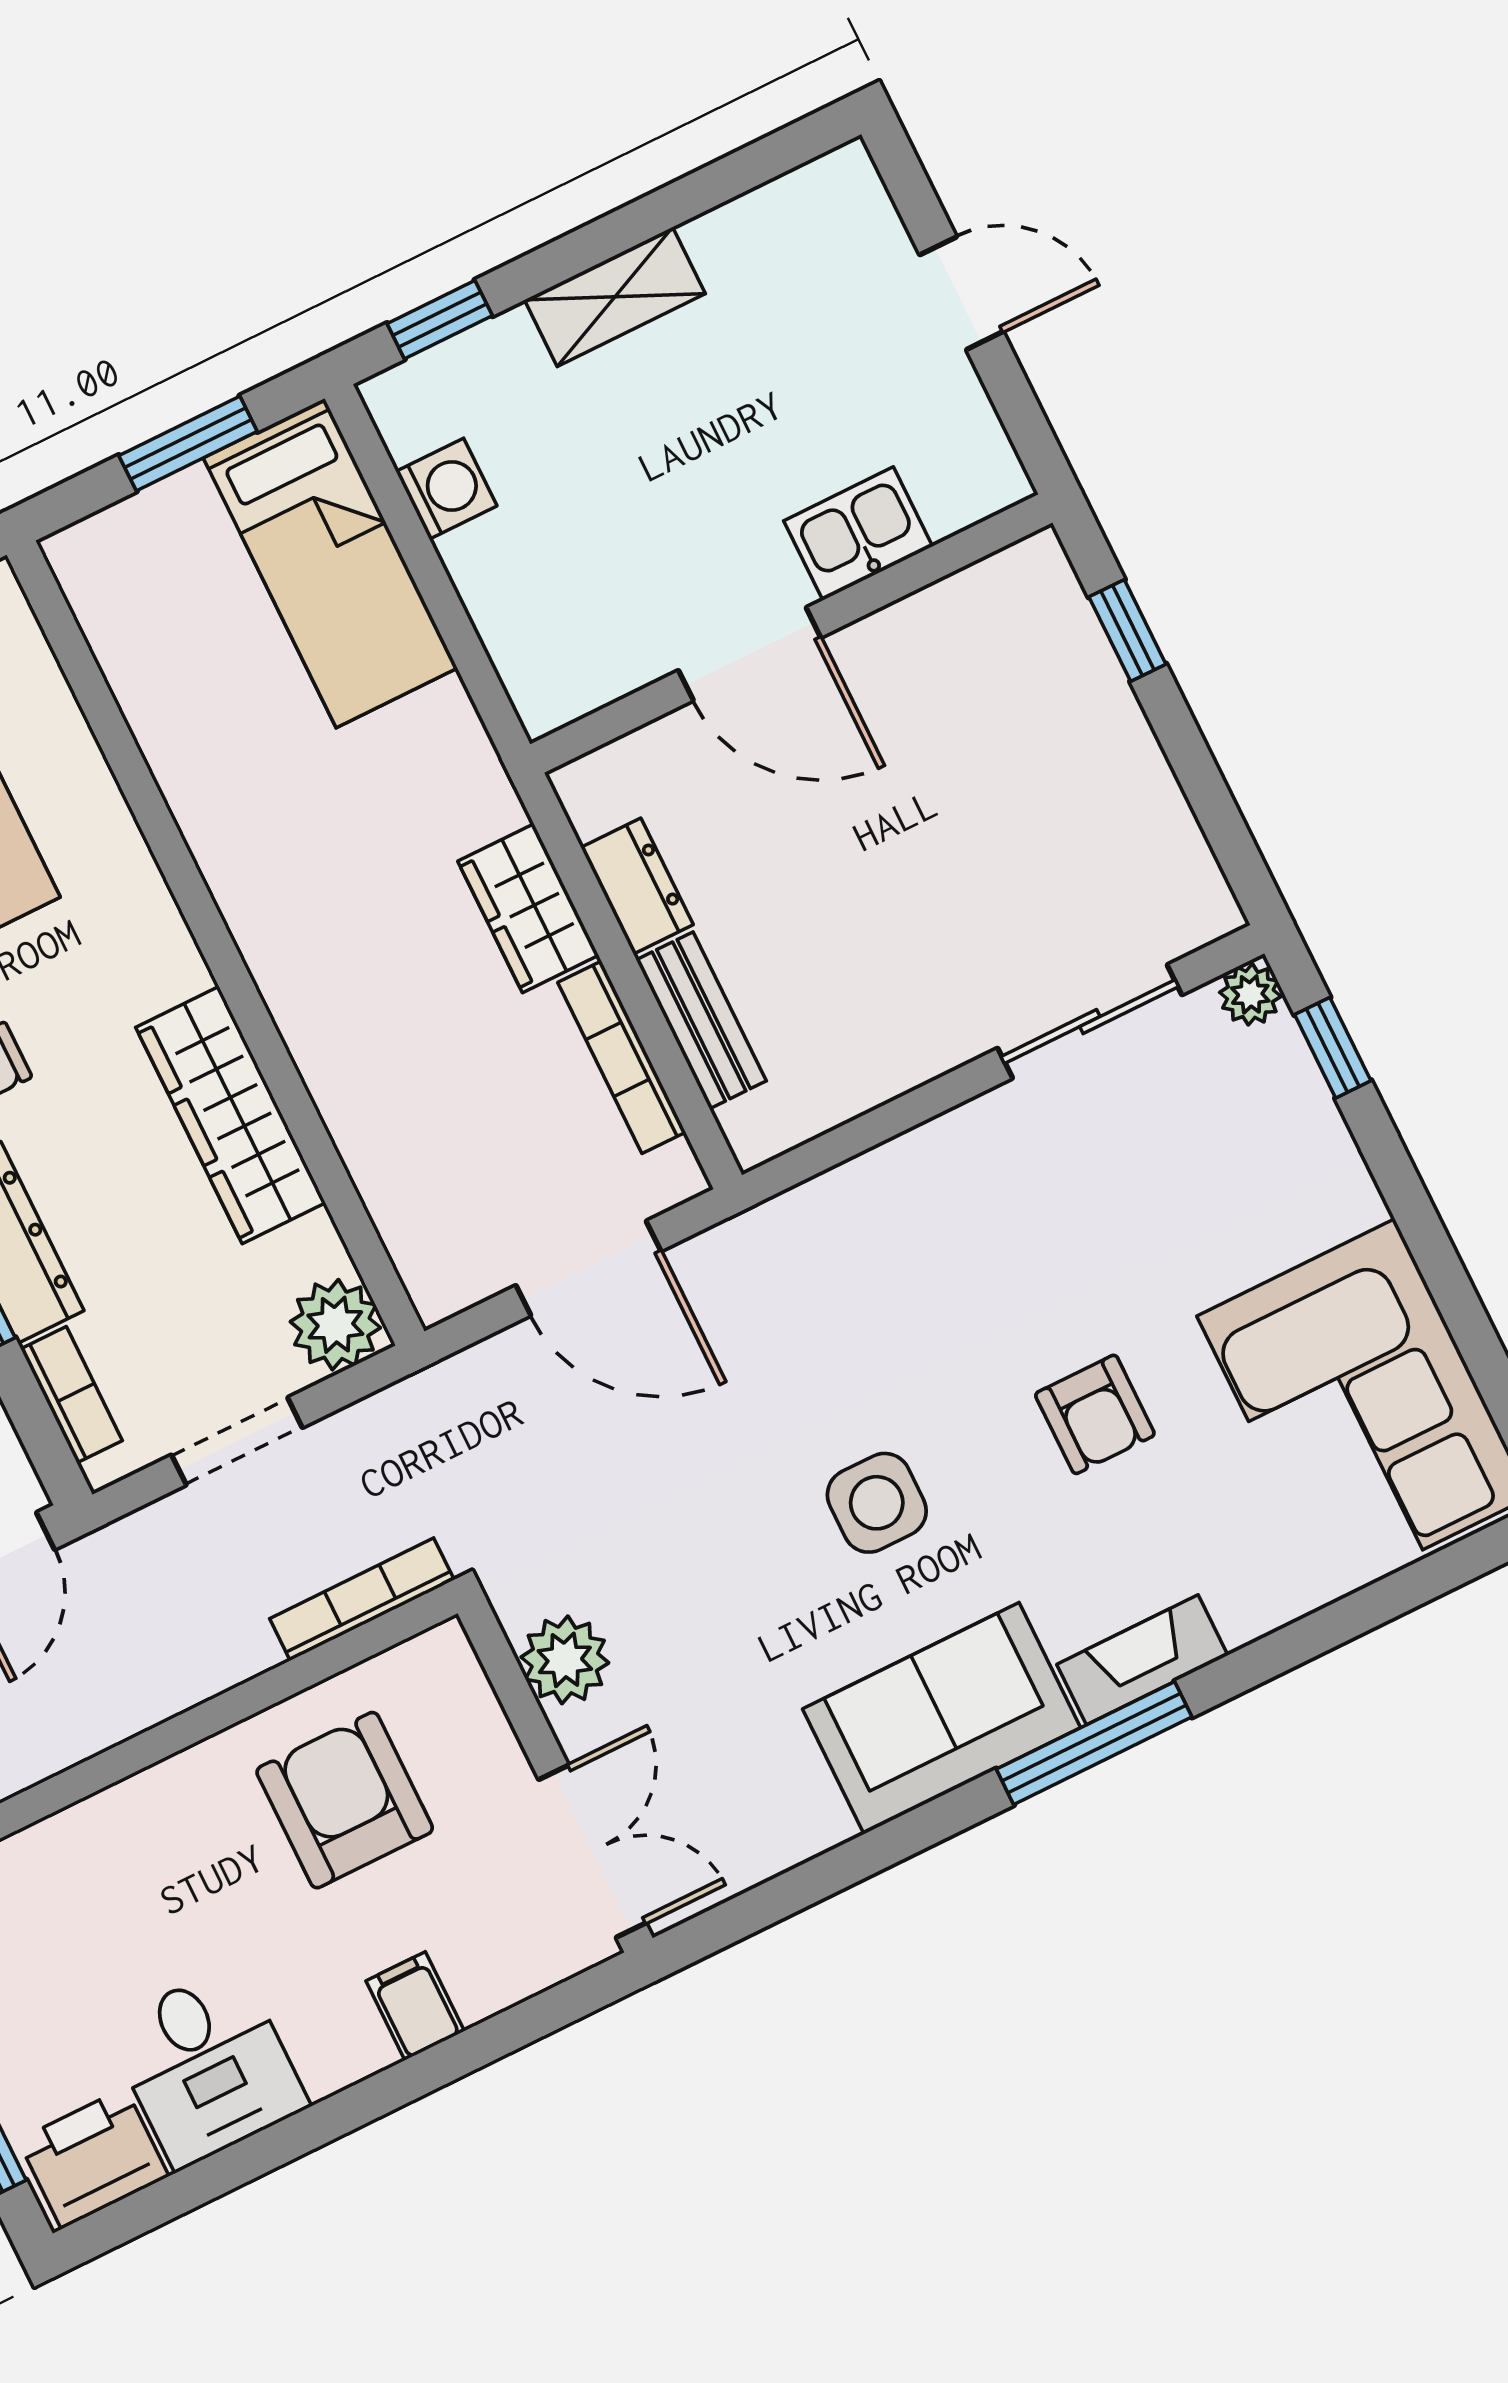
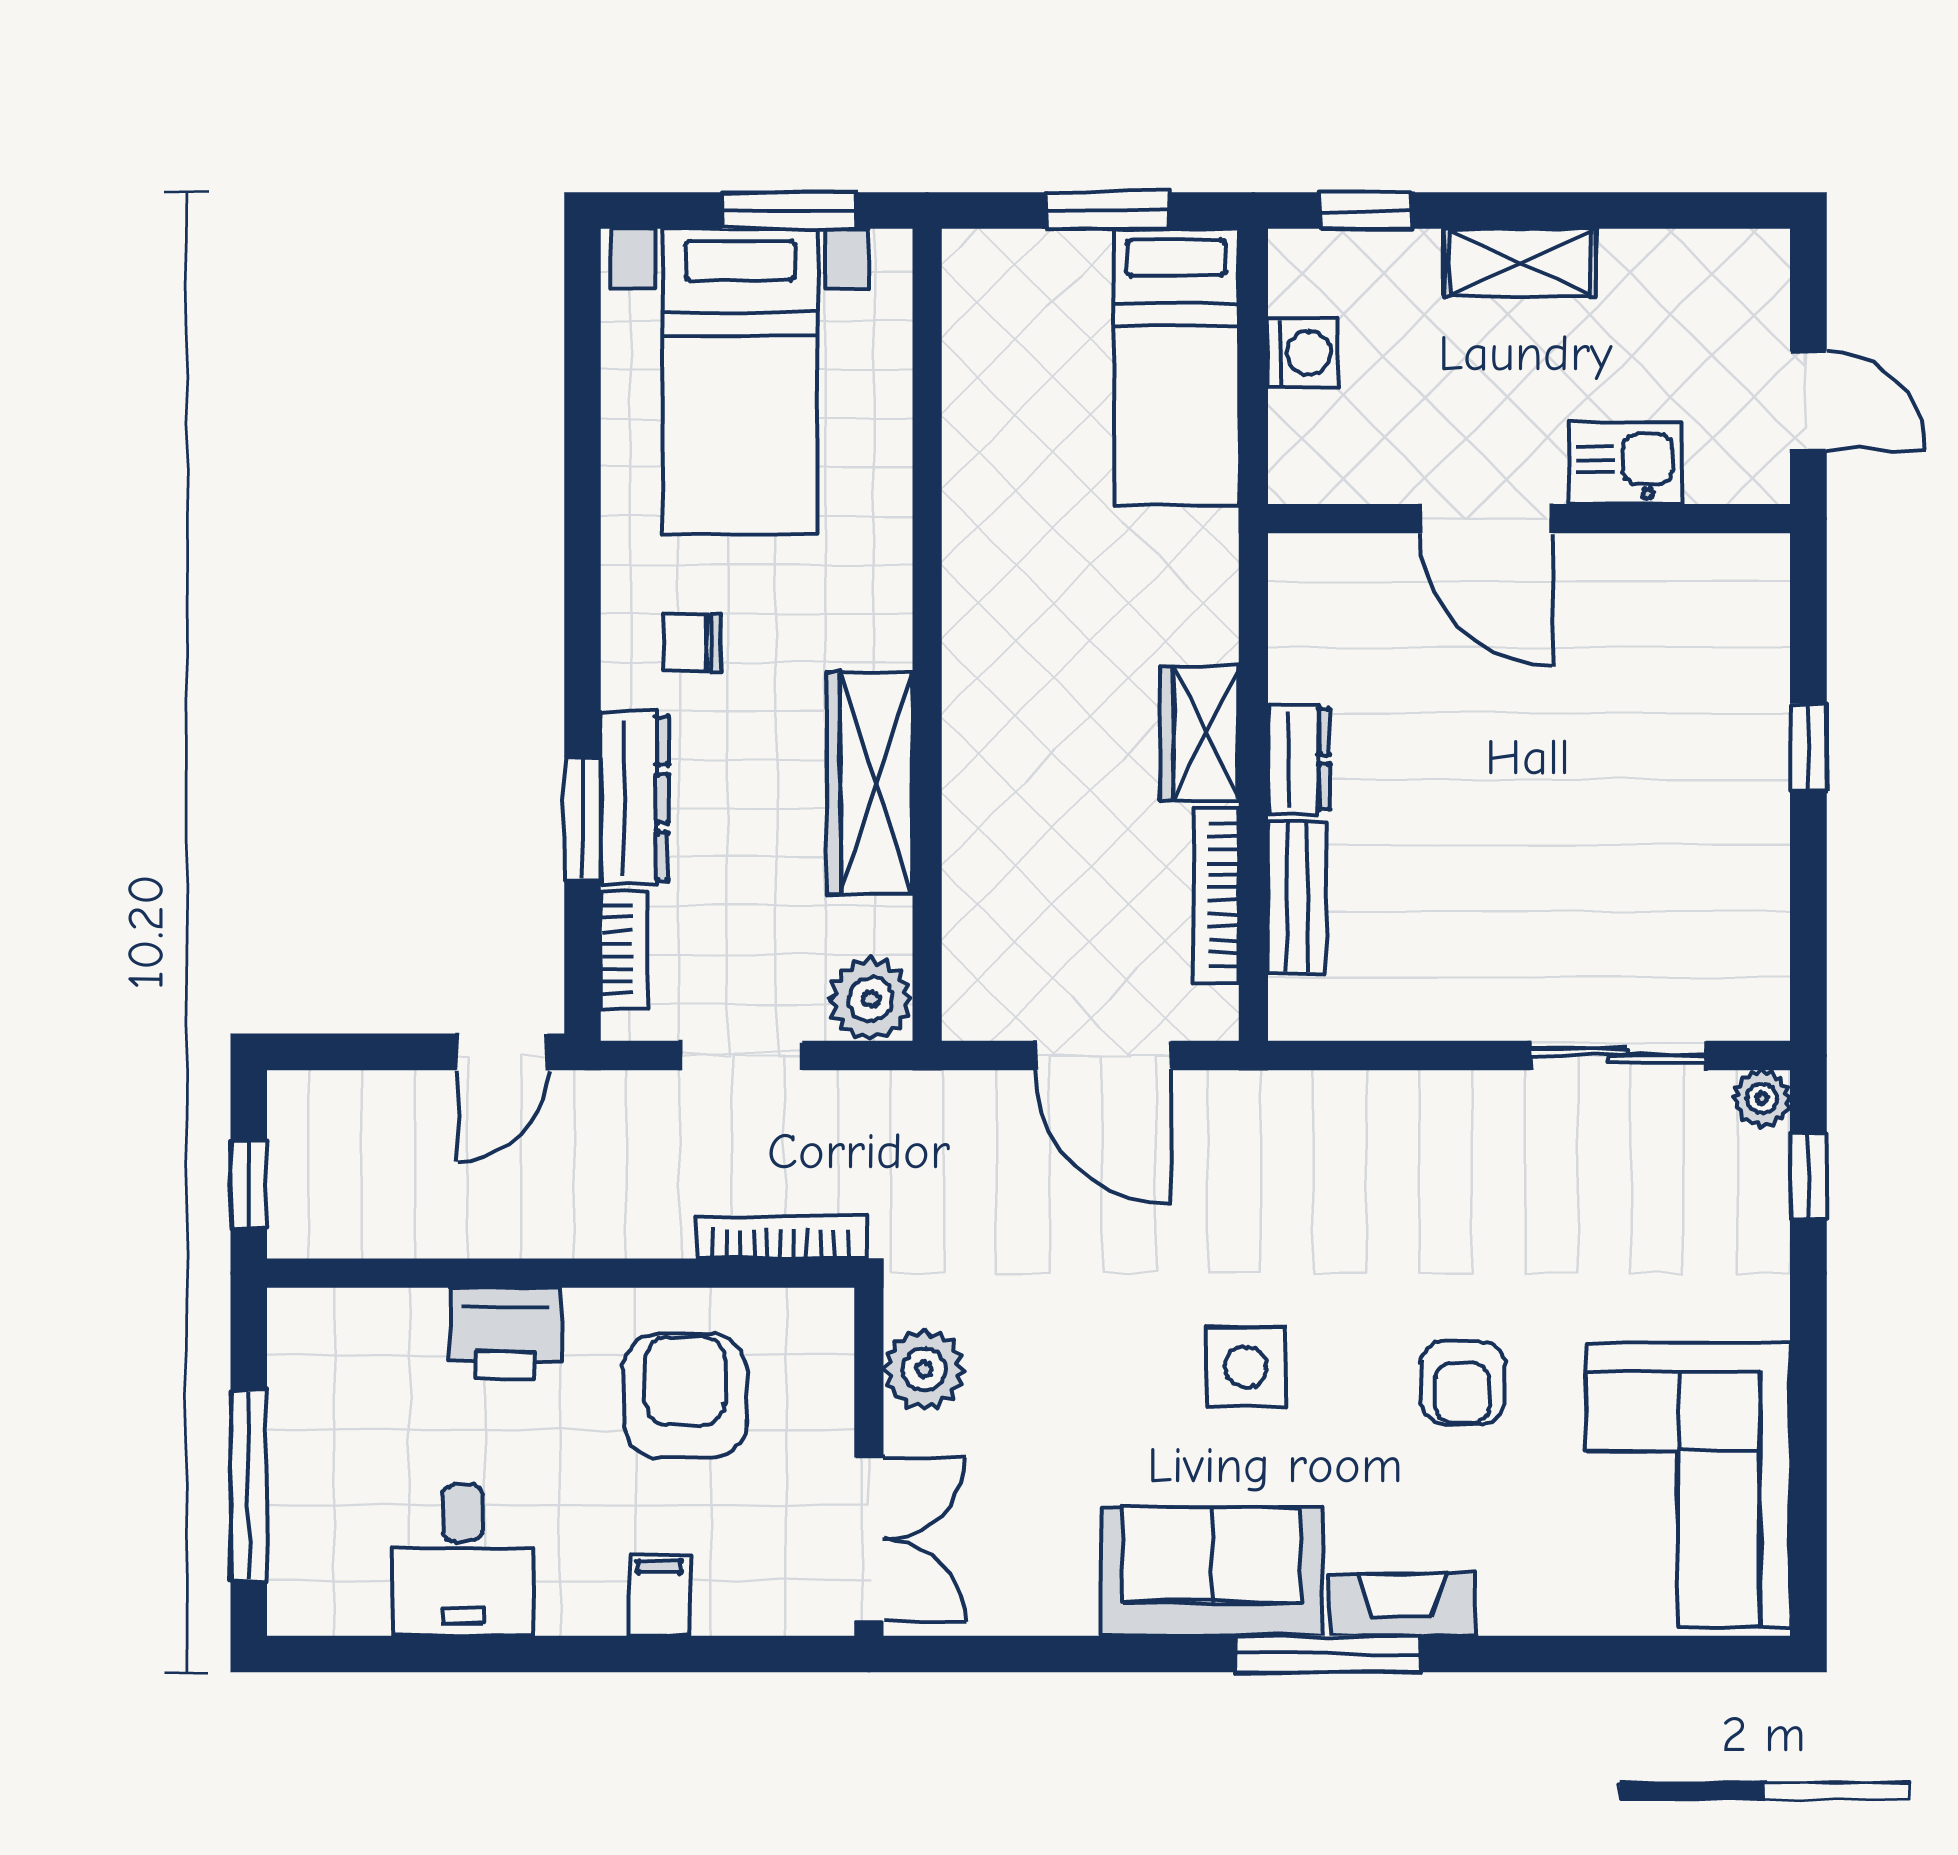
kitchen sink: (858, 534) -> (1625, 463), moved
wall: (791, 633) -> (1529, 519), moved
door: (750, 654) -> (1486, 519), moved
printer: (93, 2158) -> (505, 1333), moved, turned 180

